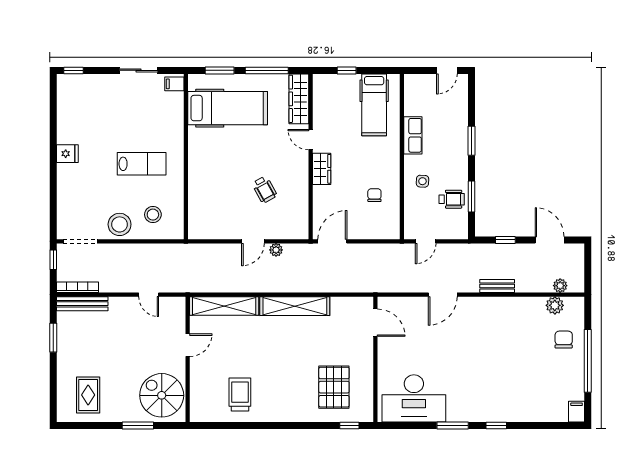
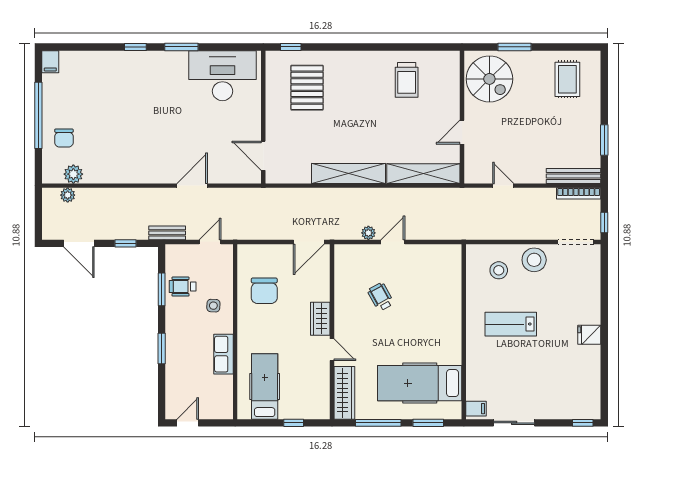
chair: (374, 195) -> (264, 291), width x1.87, depth x1.87
bench: (497, 286) -> (167, 233), moved

